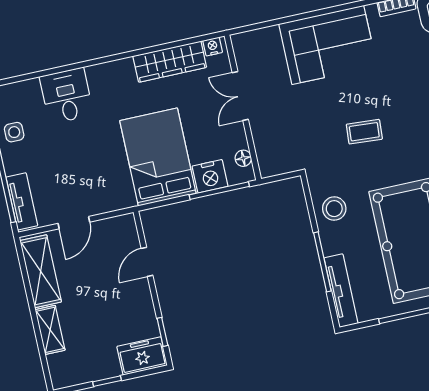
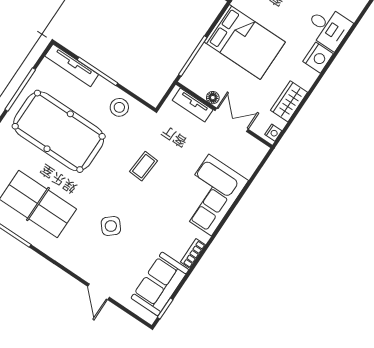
wardrobe: (170, 62) -> (289, 101), width x0.67
tv unit: (263, 145) -> (193, 105), added
floor lamp: (243, 158) -> (213, 98), moved
nightstand: (210, 176) -> (318, 58), moved, turned 180

